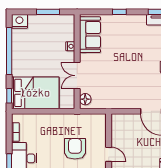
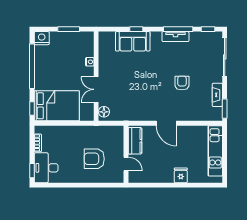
sofa: (90, 35) -> (133, 41), moved, turned 90
kitchen counter: (118, 130) -> (135, 141), added
armchair: (75, 149) -> (94, 159), turned -90

